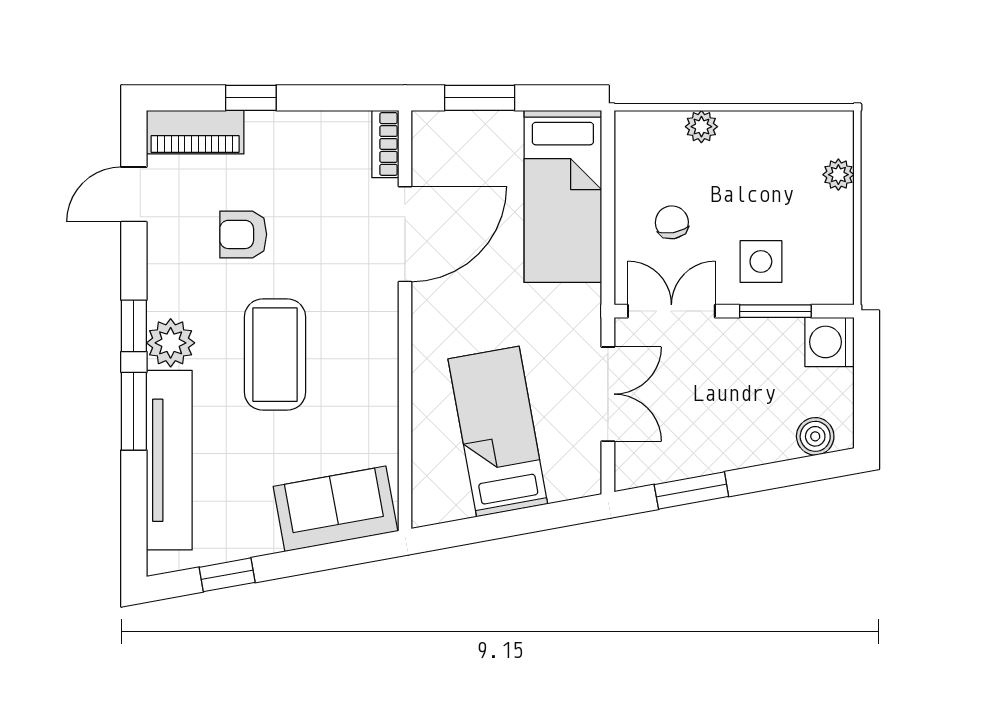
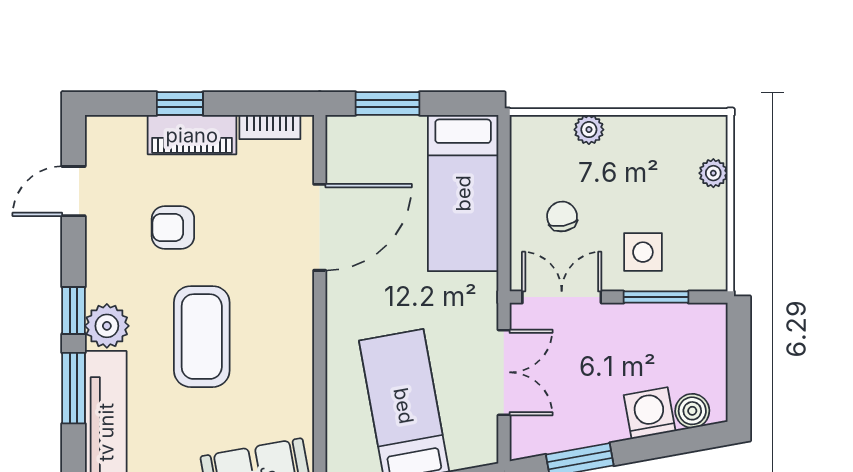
piano: (195, 132) -> (192, 135), moved
bookcase: (385, 144) -> (270, 127), moved, turned -90
washing machine: (829, 342) -> (650, 413), moved, turned 80

